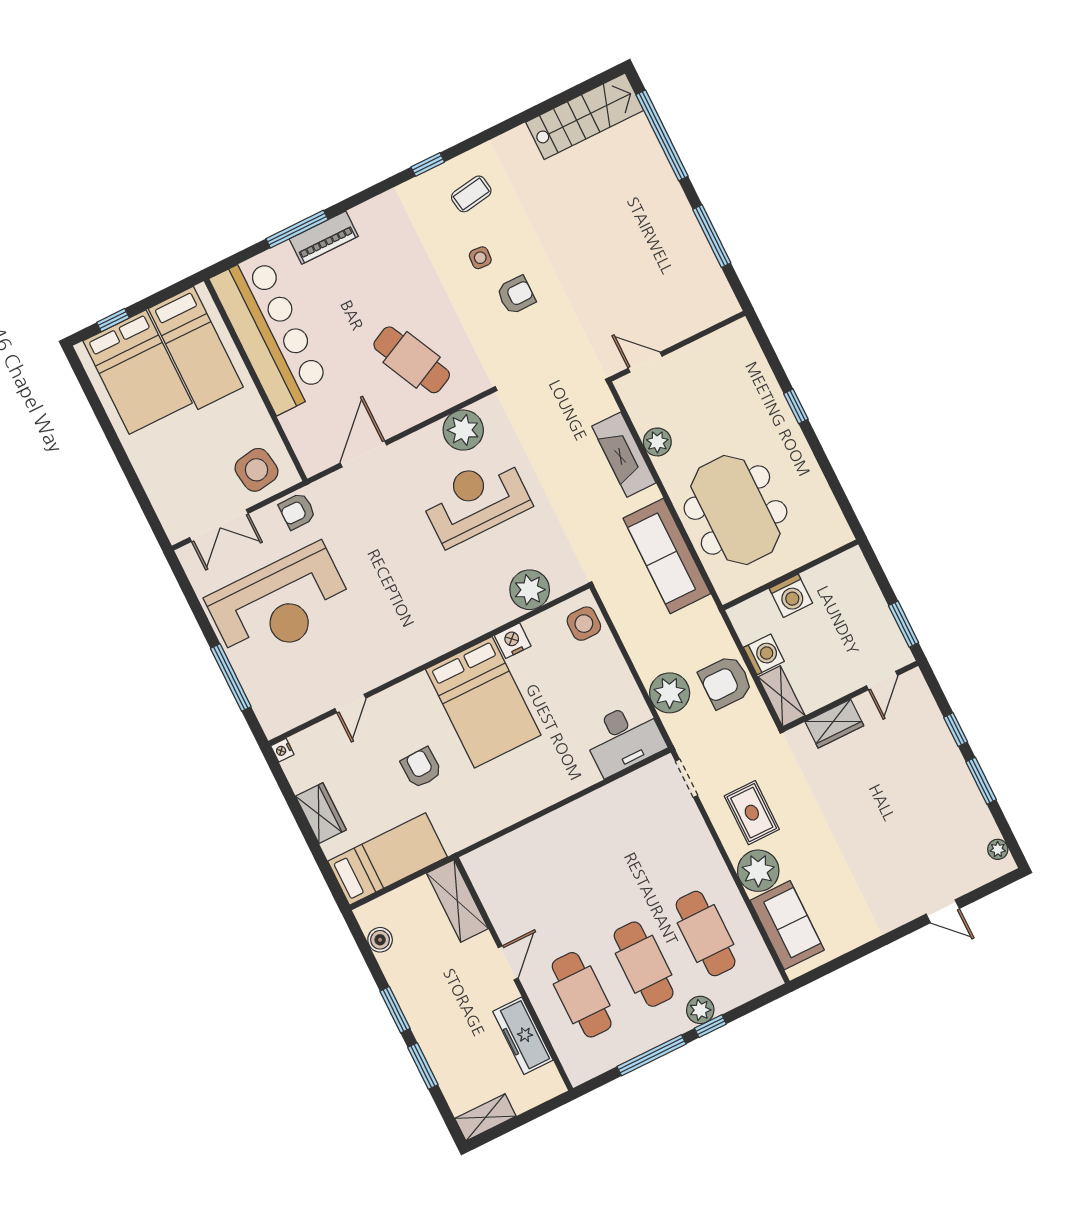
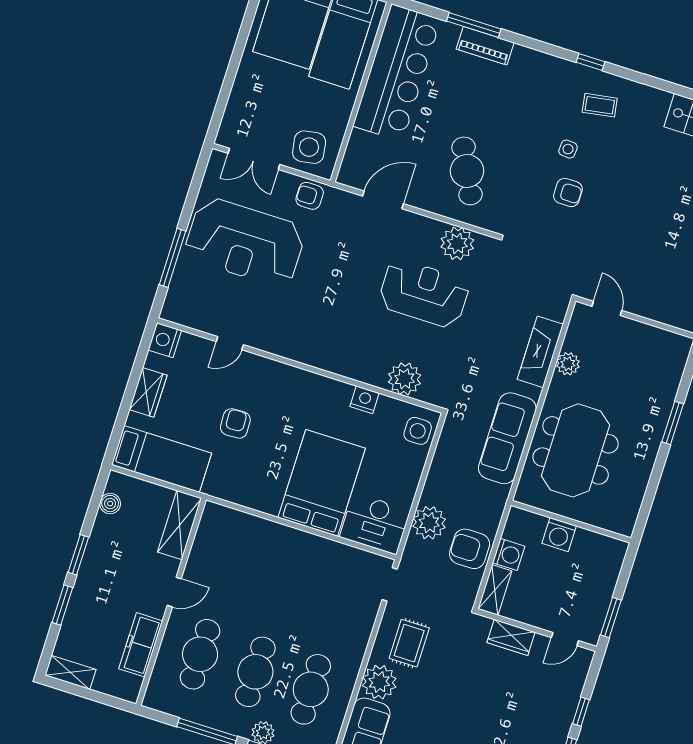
window: (796, 406) -> (673, 423), width x1.50
bed: (483, 702) -> (322, 483), moved, turned 180
nightstand: (282, 750) -> (165, 340), width x1.89, depth x1.79

